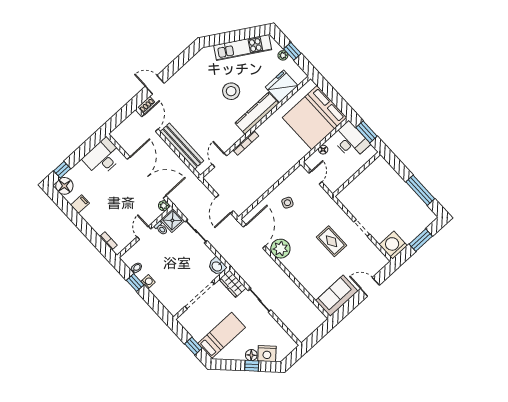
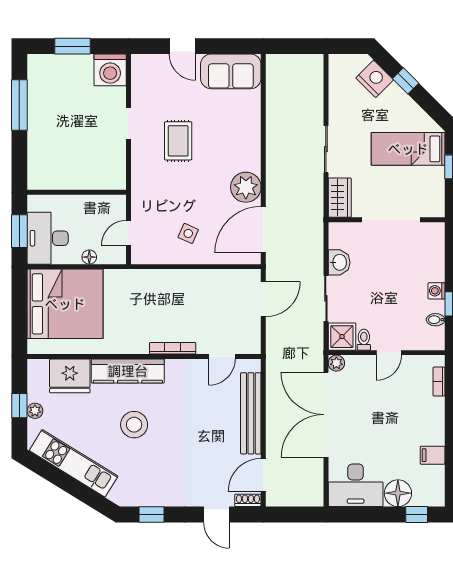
window: (185, 57) -> (151, 515), added
floor lamp: (64, 186) -> (398, 493), moved
washbasin: (217, 266) -> (339, 262), moved
floor lamp: (251, 355) -> (395, 94), removed

